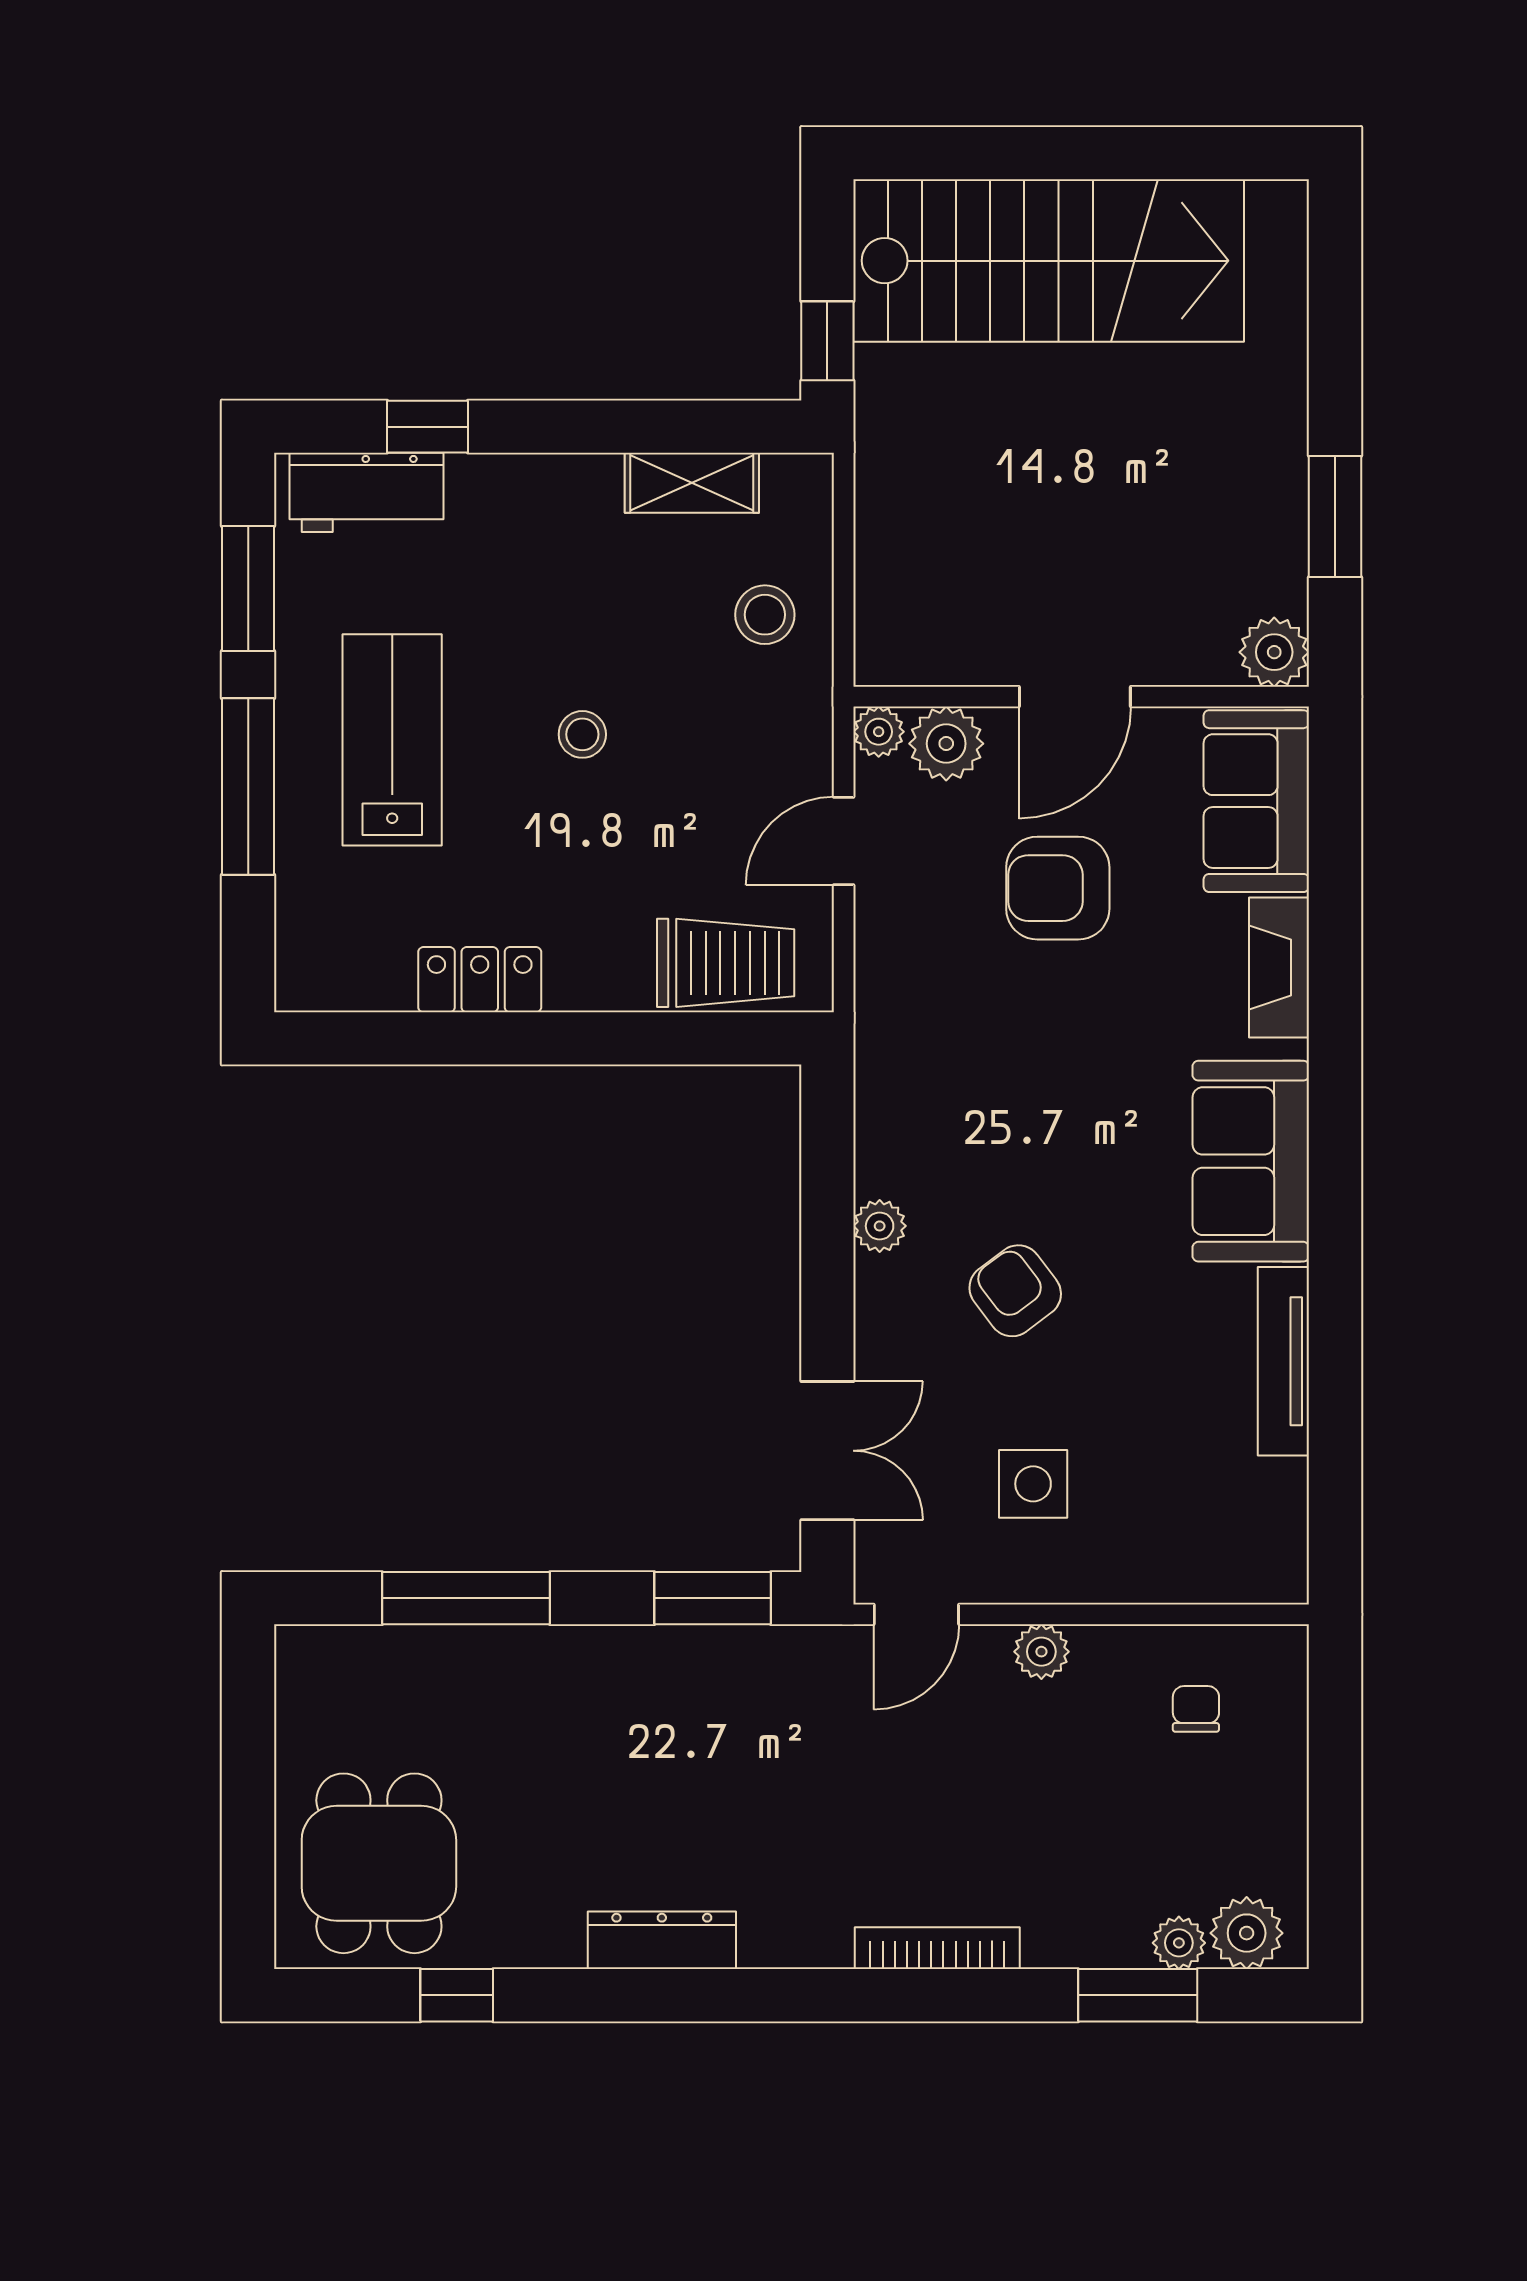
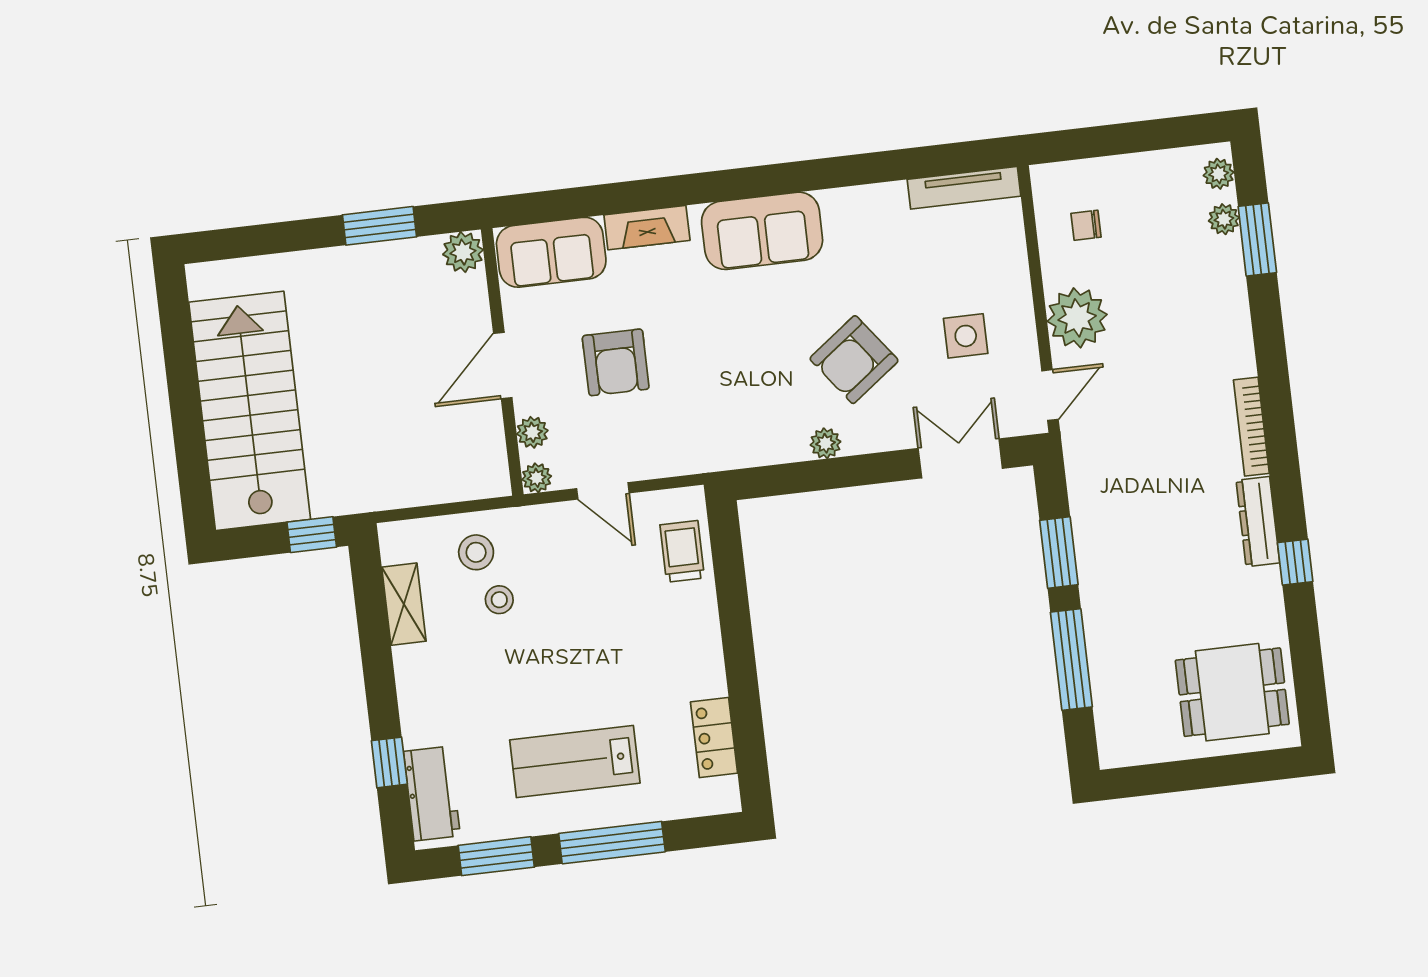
door: (1075, 697) -> (503, 366), swing flipped
stool: (582, 734) -> (499, 600), moved
plant: (946, 744) -> (532, 432), width x0.73, depth x0.73
trolley: (726, 963) -> (682, 551), width x0.73, depth x0.72
locker: (480, 980) -> (714, 738), moved
armchair: (1015, 1291) -> (854, 360), width x1.38, depth x1.38
tv unit: (1283, 1361) -> (964, 188), moved
window: (713, 1598) -> (1059, 553), moved
door: (916, 1614) -> (1050, 395), hinge flipped
plant: (1041, 1652) -> (1077, 318), width x1.88, depth x1.88
plant: (1247, 1933) -> (1219, 174), width x0.73, depth x0.73
bookcase: (937, 1948) -> (1251, 427), moved
window: (457, 1995) -> (1295, 562), moved

